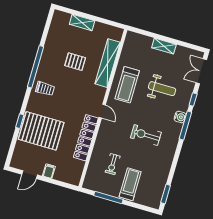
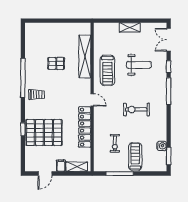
shelving: (82, 22) -> (77, 167), moved
water cooler: (180, 117) -> (162, 146), moved

